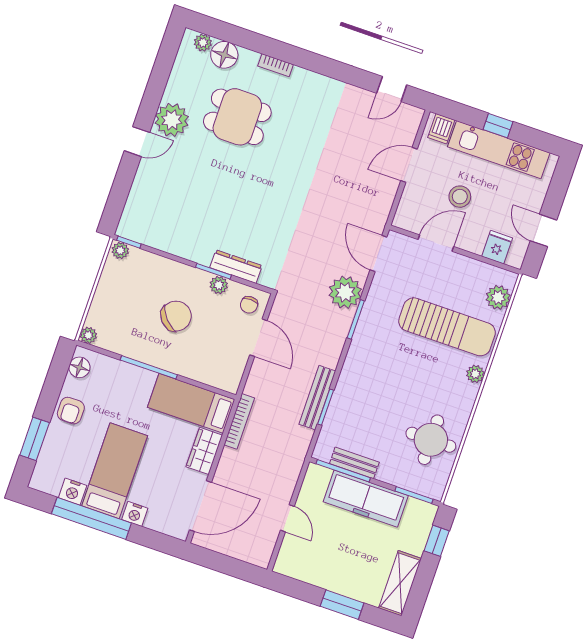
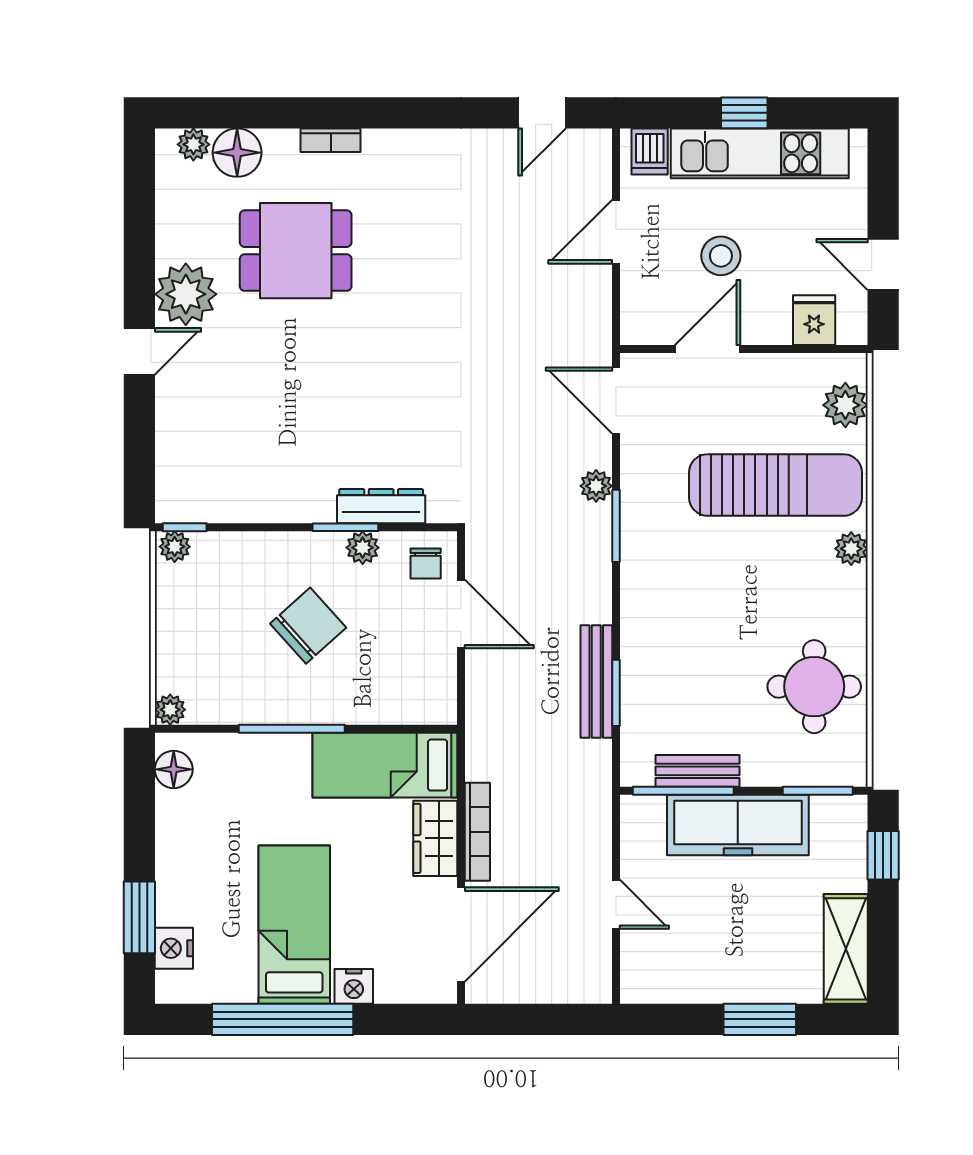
plant: (345, 292) -> (596, 486), width x0.53, depth x0.53
armchair: (71, 411) -> (184, 848), removed
bookcase: (239, 421) -> (477, 832), moved
nightstand: (73, 492) -> (174, 948), moved, turned 90

